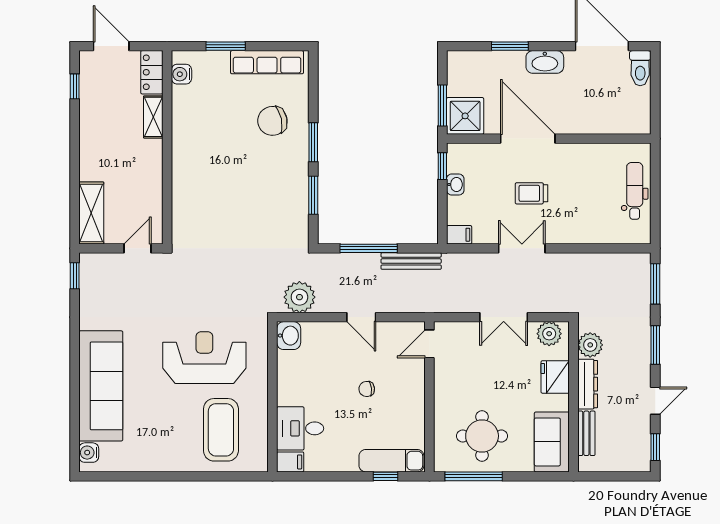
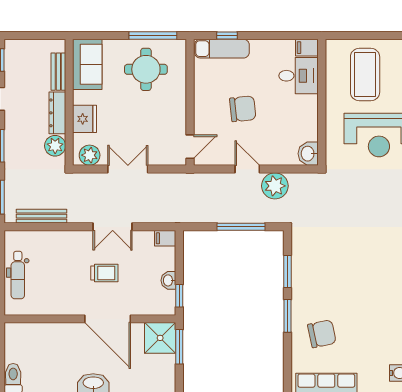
bench: (411, 261) -> (41, 216), moved
plant: (299, 297) -> (275, 186), moved
chair: (367, 389) -> (243, 109), width x1.87, depth x1.87

